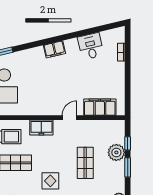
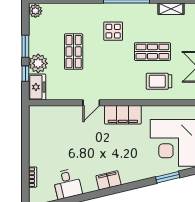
filing cabinet: (100, 107) -> (123, 115), moved
freezer: (41, 128) -> (37, 87), moved, turned 90

